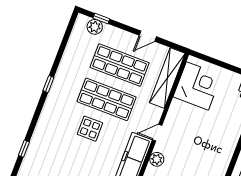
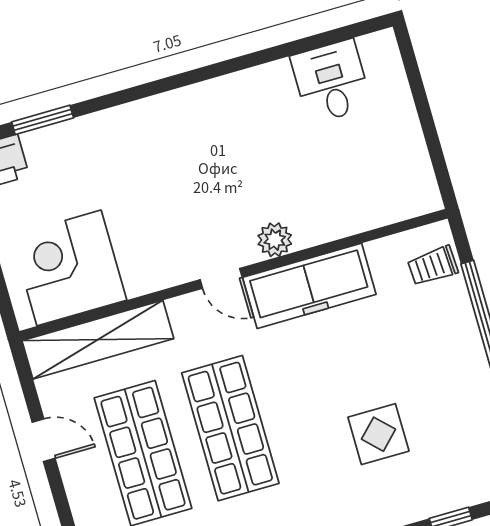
display table: (90, 129) -> (378, 434), moved

